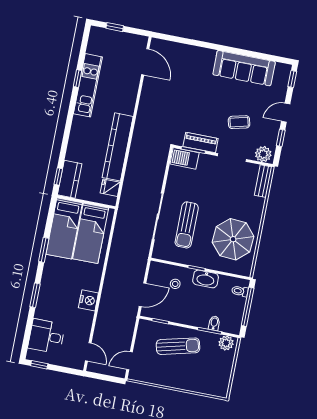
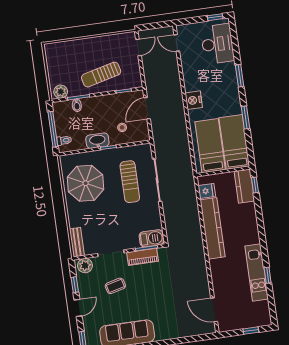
sun lounger: (187, 225) -> (130, 182), turned 180
nightstand: (88, 300) -> (194, 100), moved
desk: (46, 336) -> (217, 44), width x1.37

